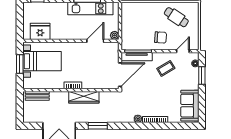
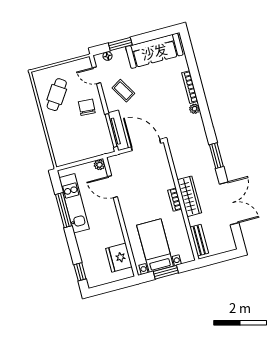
wardrobe: (84, 97) -> (189, 196), moved
sofa: (190, 106) -> (154, 51), width x1.36

